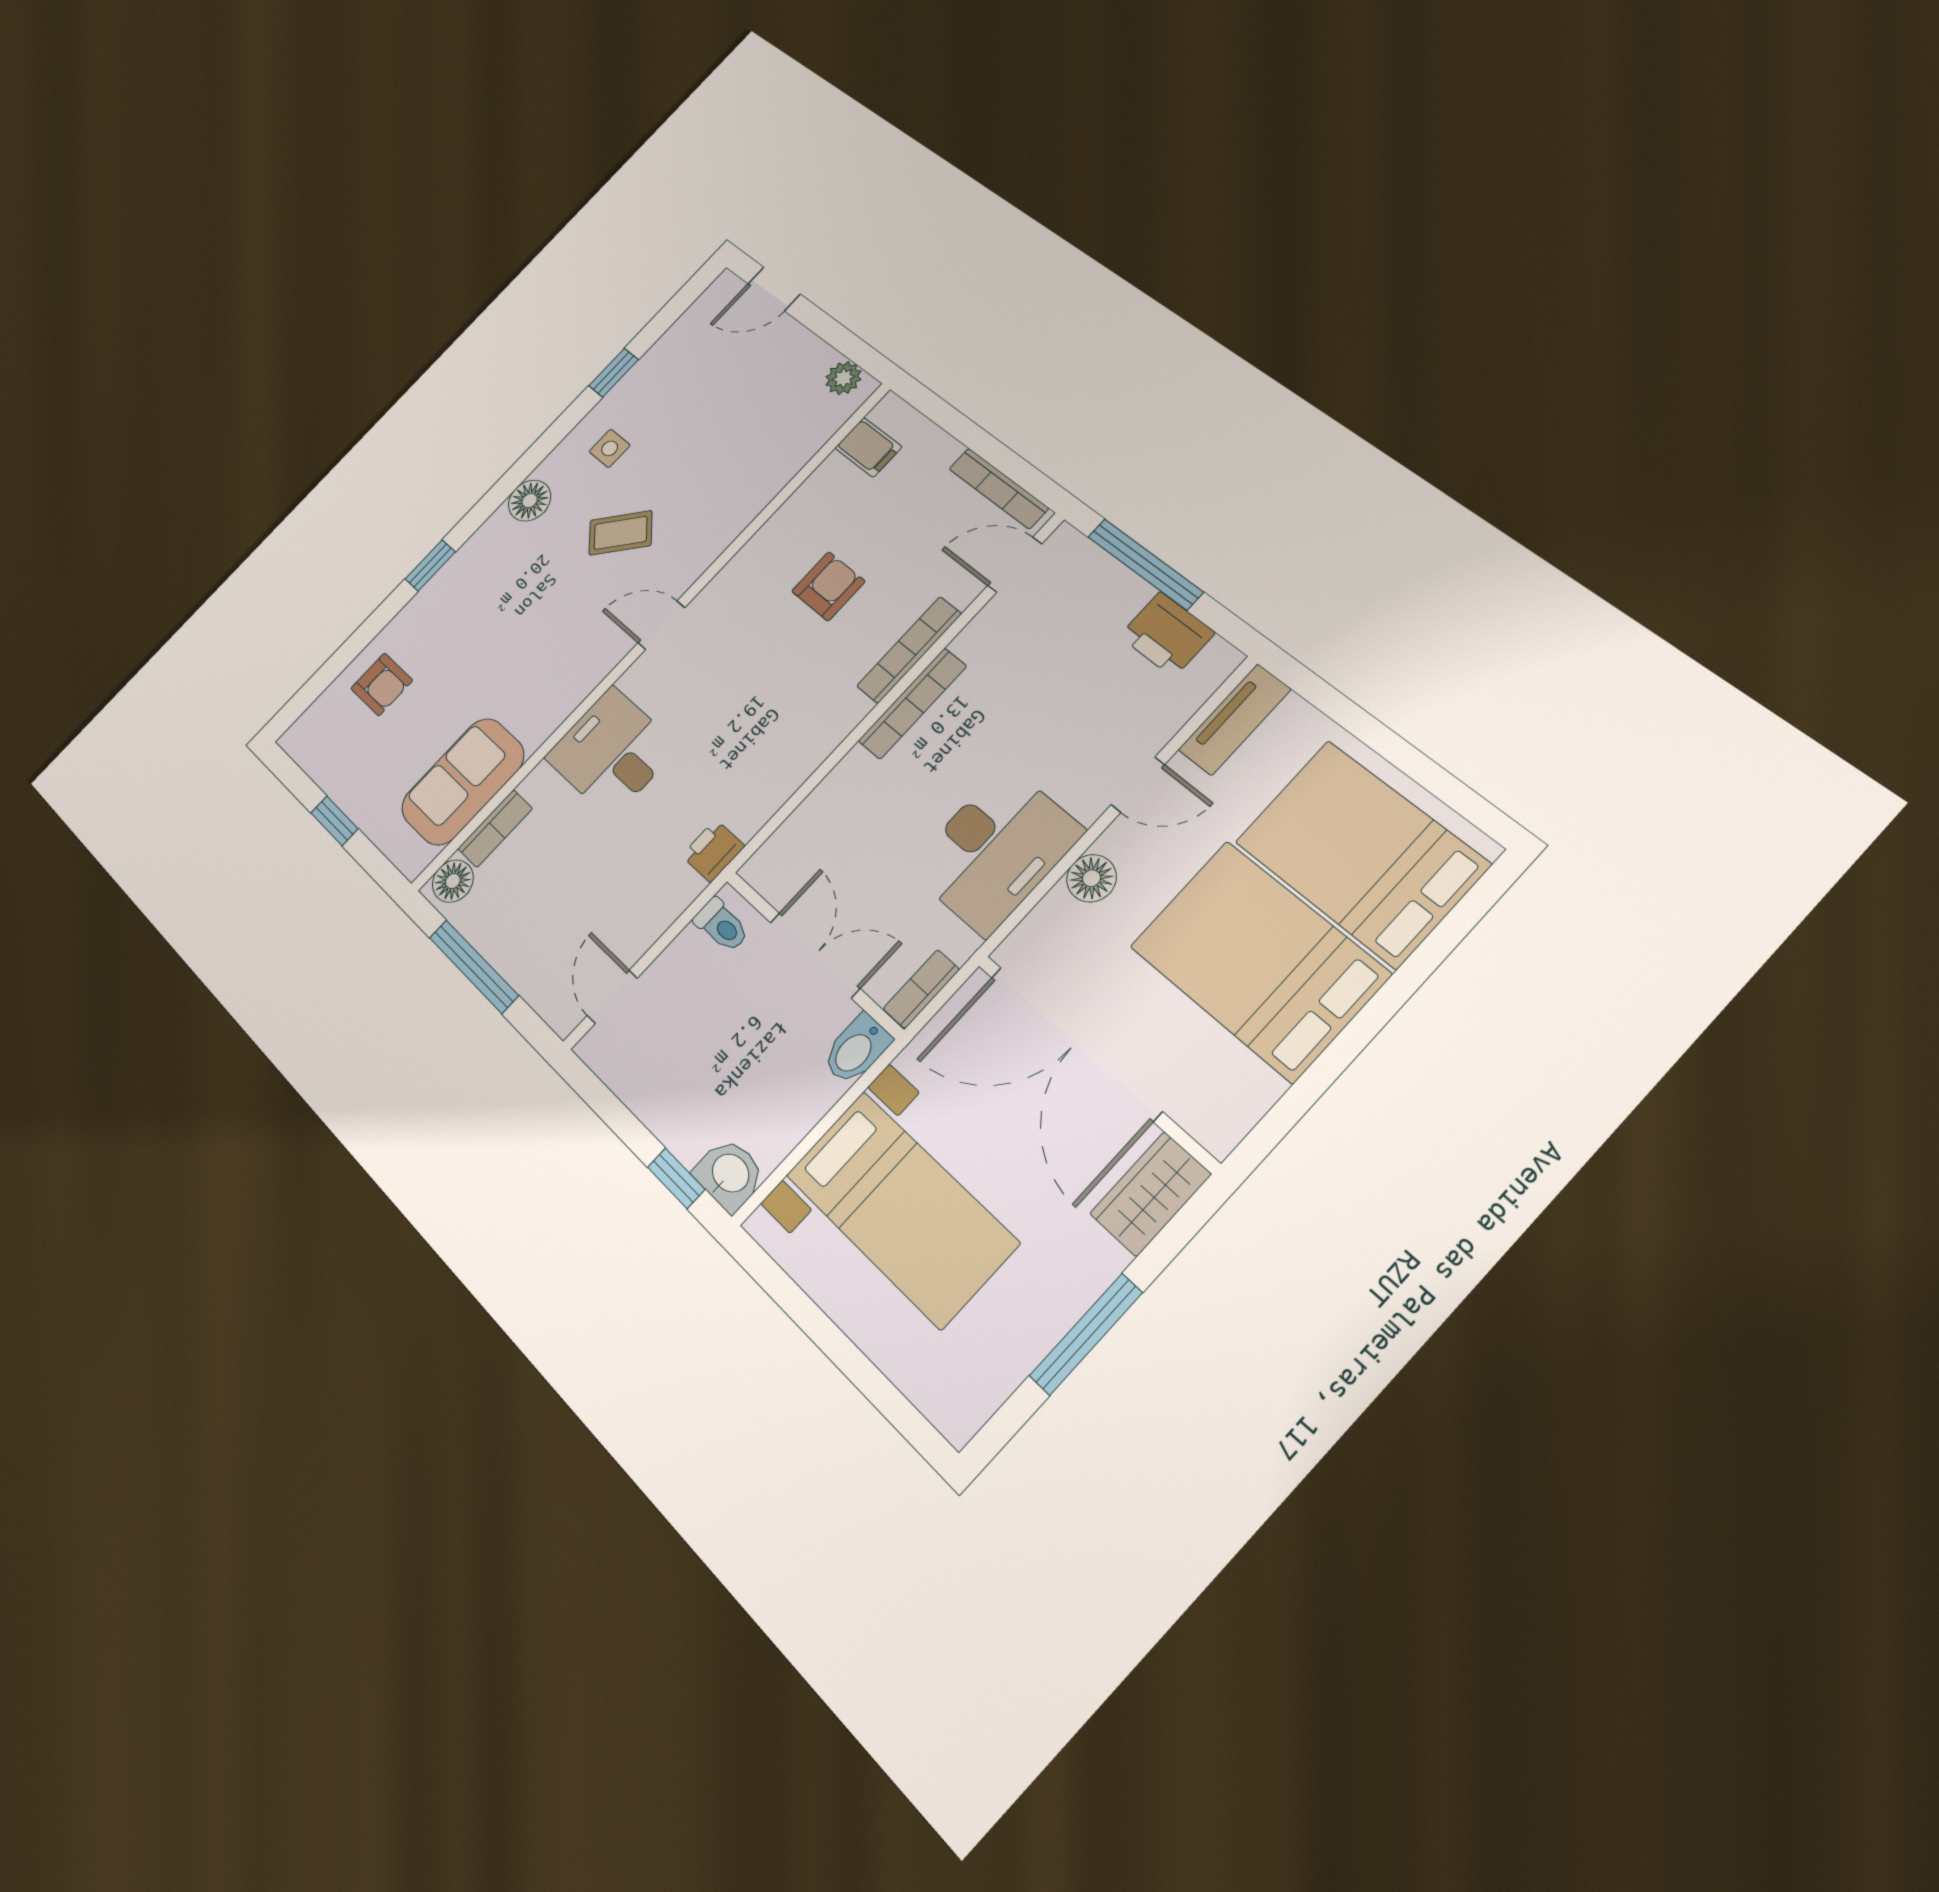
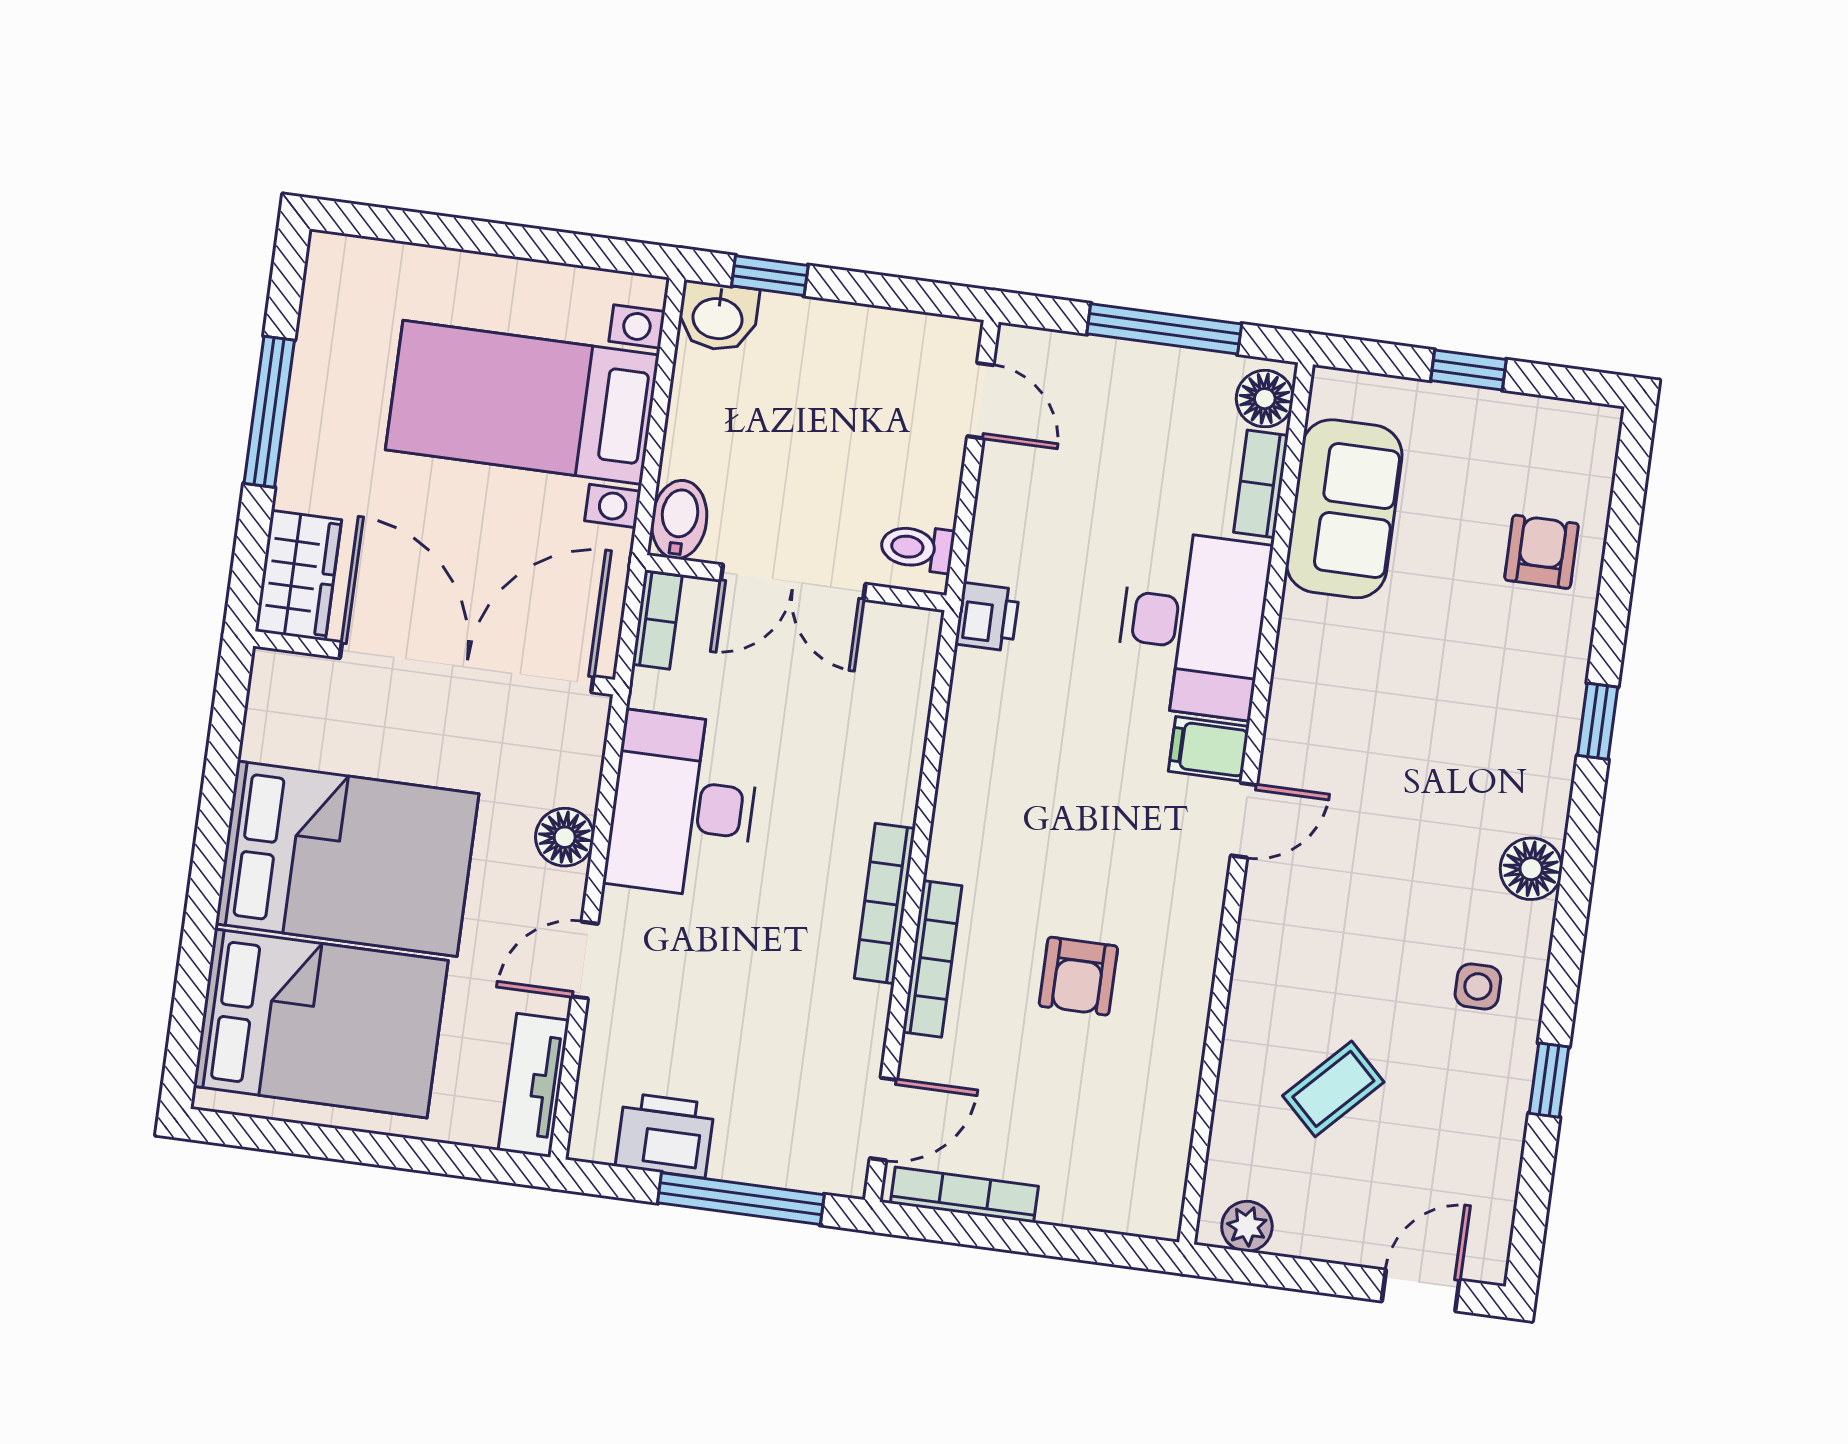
filing cabinet: (868, 447) -> (1209, 749), moved
coffee table: (621, 533) -> (1333, 1089), moved
armchair: (382, 684) -> (1542, 552), turned 90
desk: (612, 752) -> (1193, 624), width x1.37

